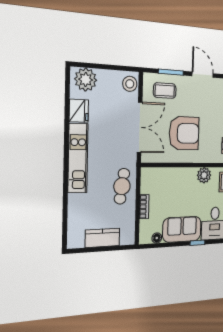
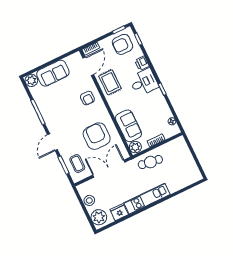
stool: (130, 84) -> (89, 200), moved
plant: (204, 175) -> (135, 147), moved
sofa: (182, 229) -> (129, 126), moved, turned 180
kitchen counter: (103, 238) -> (187, 159), removed

